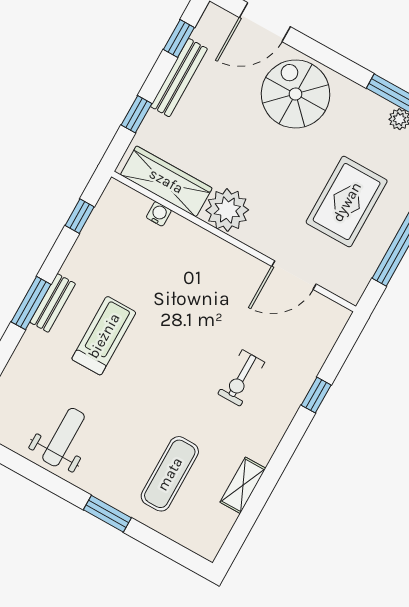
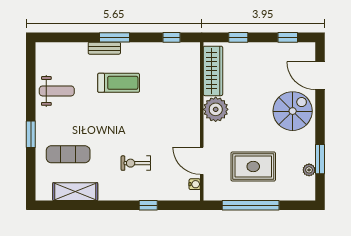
bench: (179, 78) -> (268, 48), removed
water cooler: (159, 214) -> (195, 184), moved
bench: (53, 303) -> (104, 48), moved
shelving: (243, 485) -> (75, 192), width x1.50, depth x1.33

